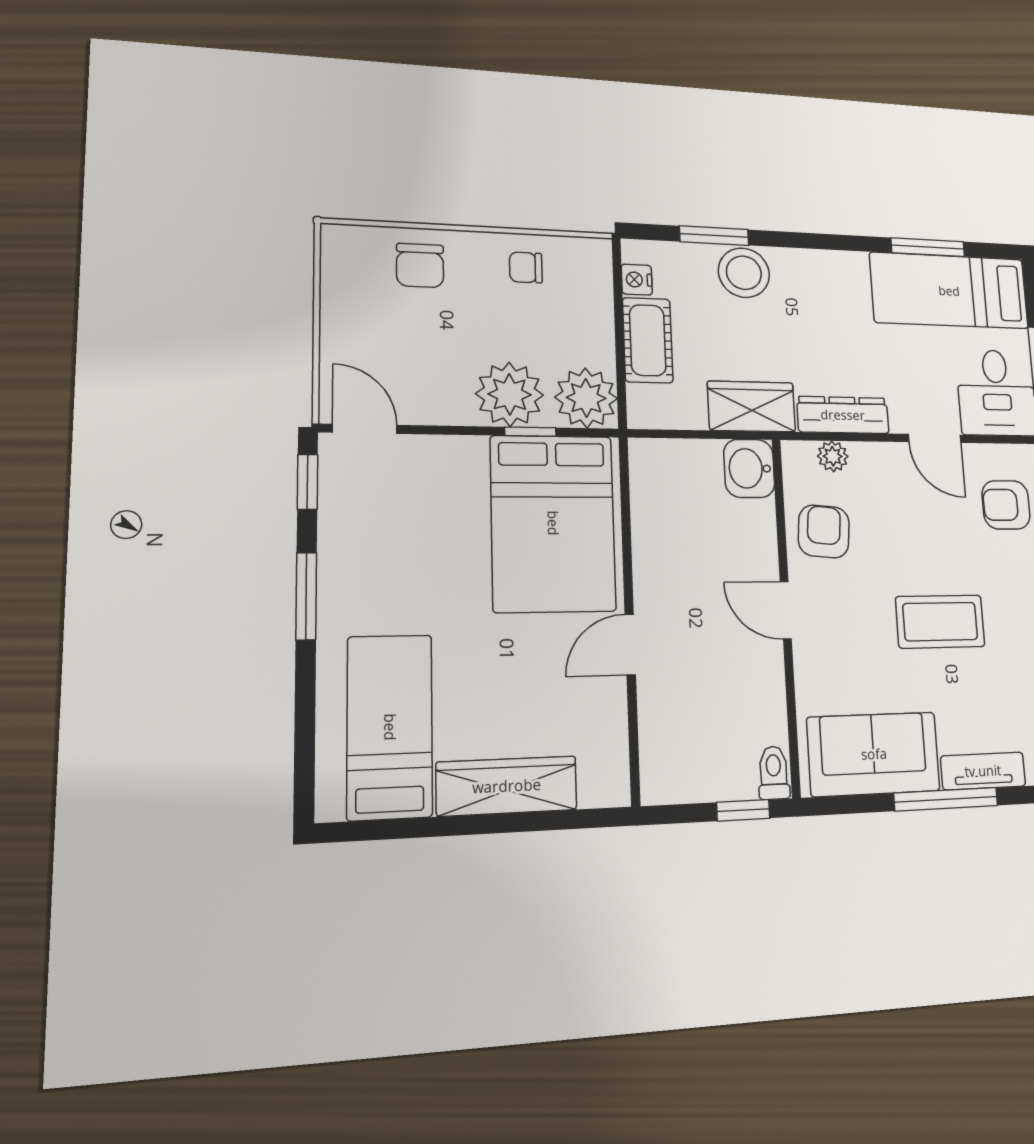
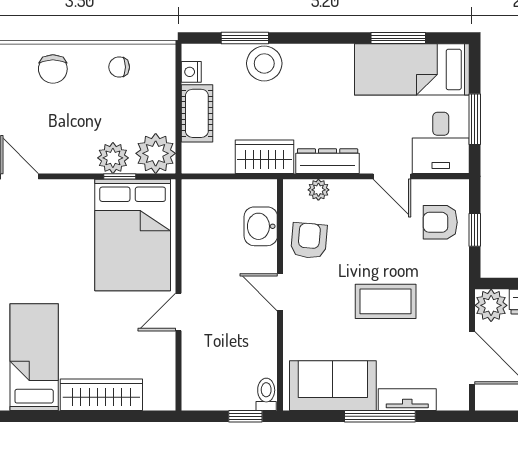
plant: (510, 394) -> (113, 158), width x0.73, depth x0.73
washbasin: (749, 468) -> (261, 226), moved

